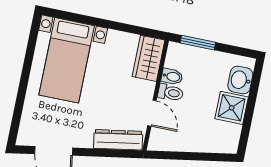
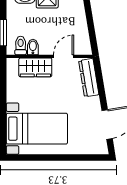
wardrobe: (148, 58) -> (35, 67), moved
toilet: (171, 93) -> (21, 45), moved

